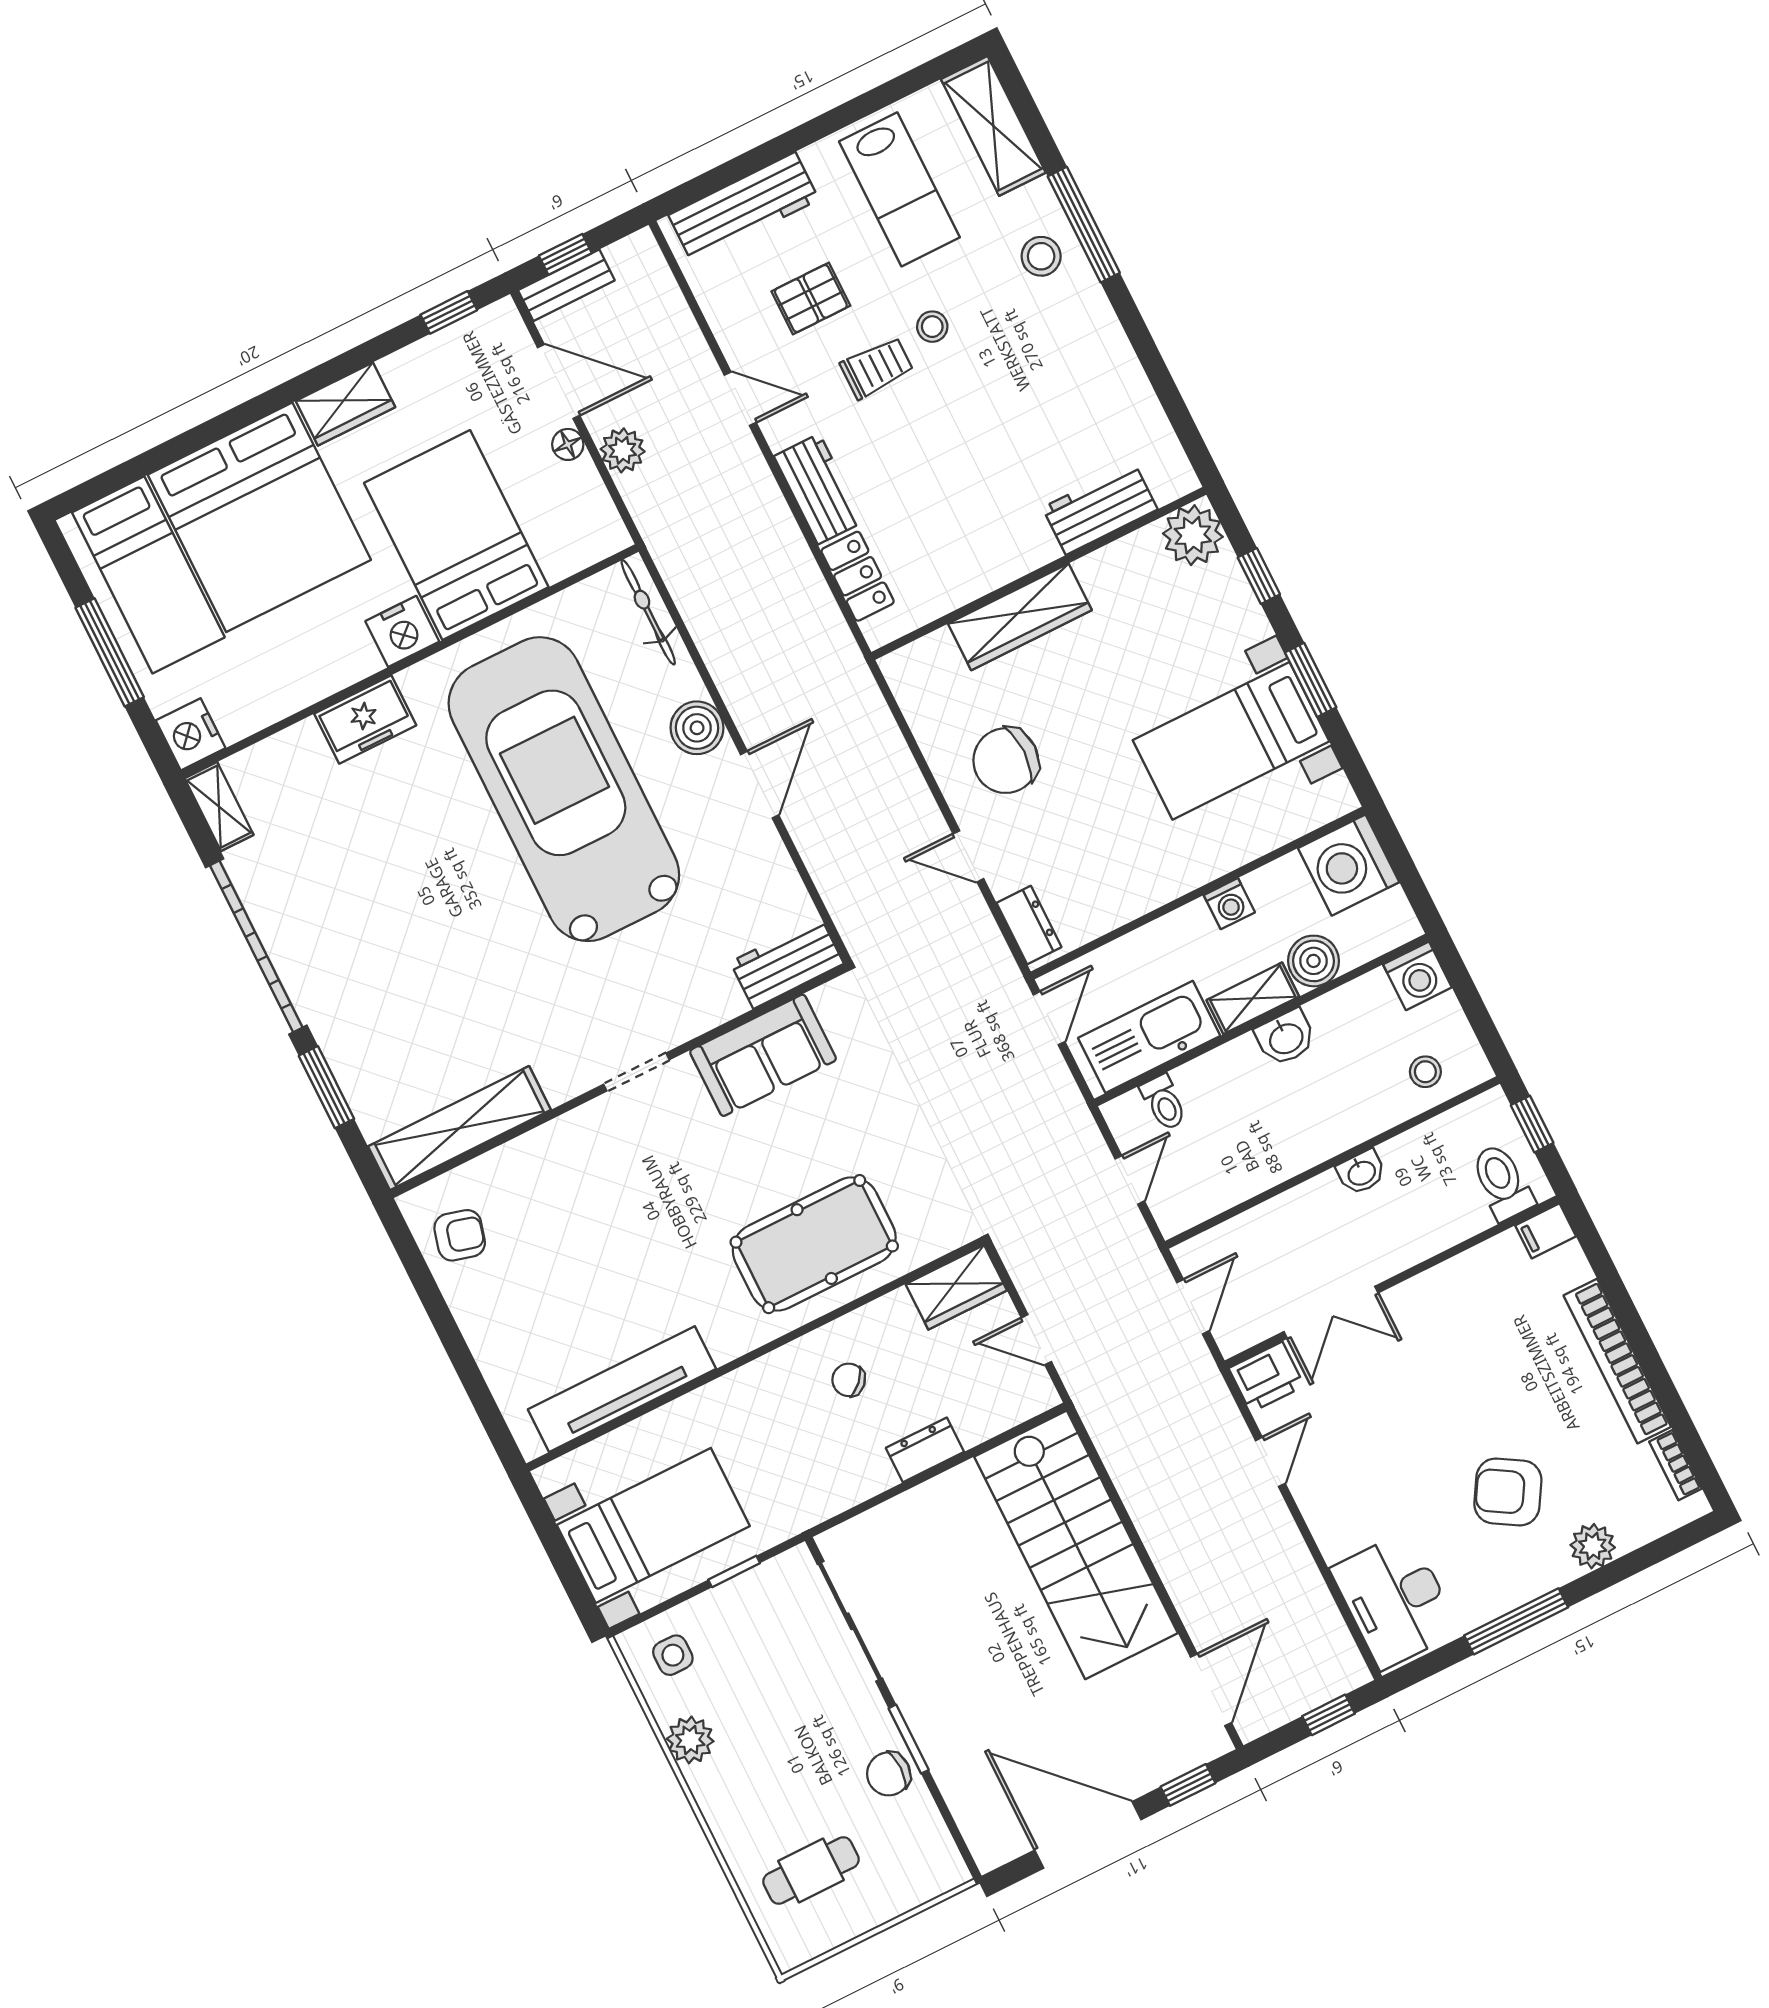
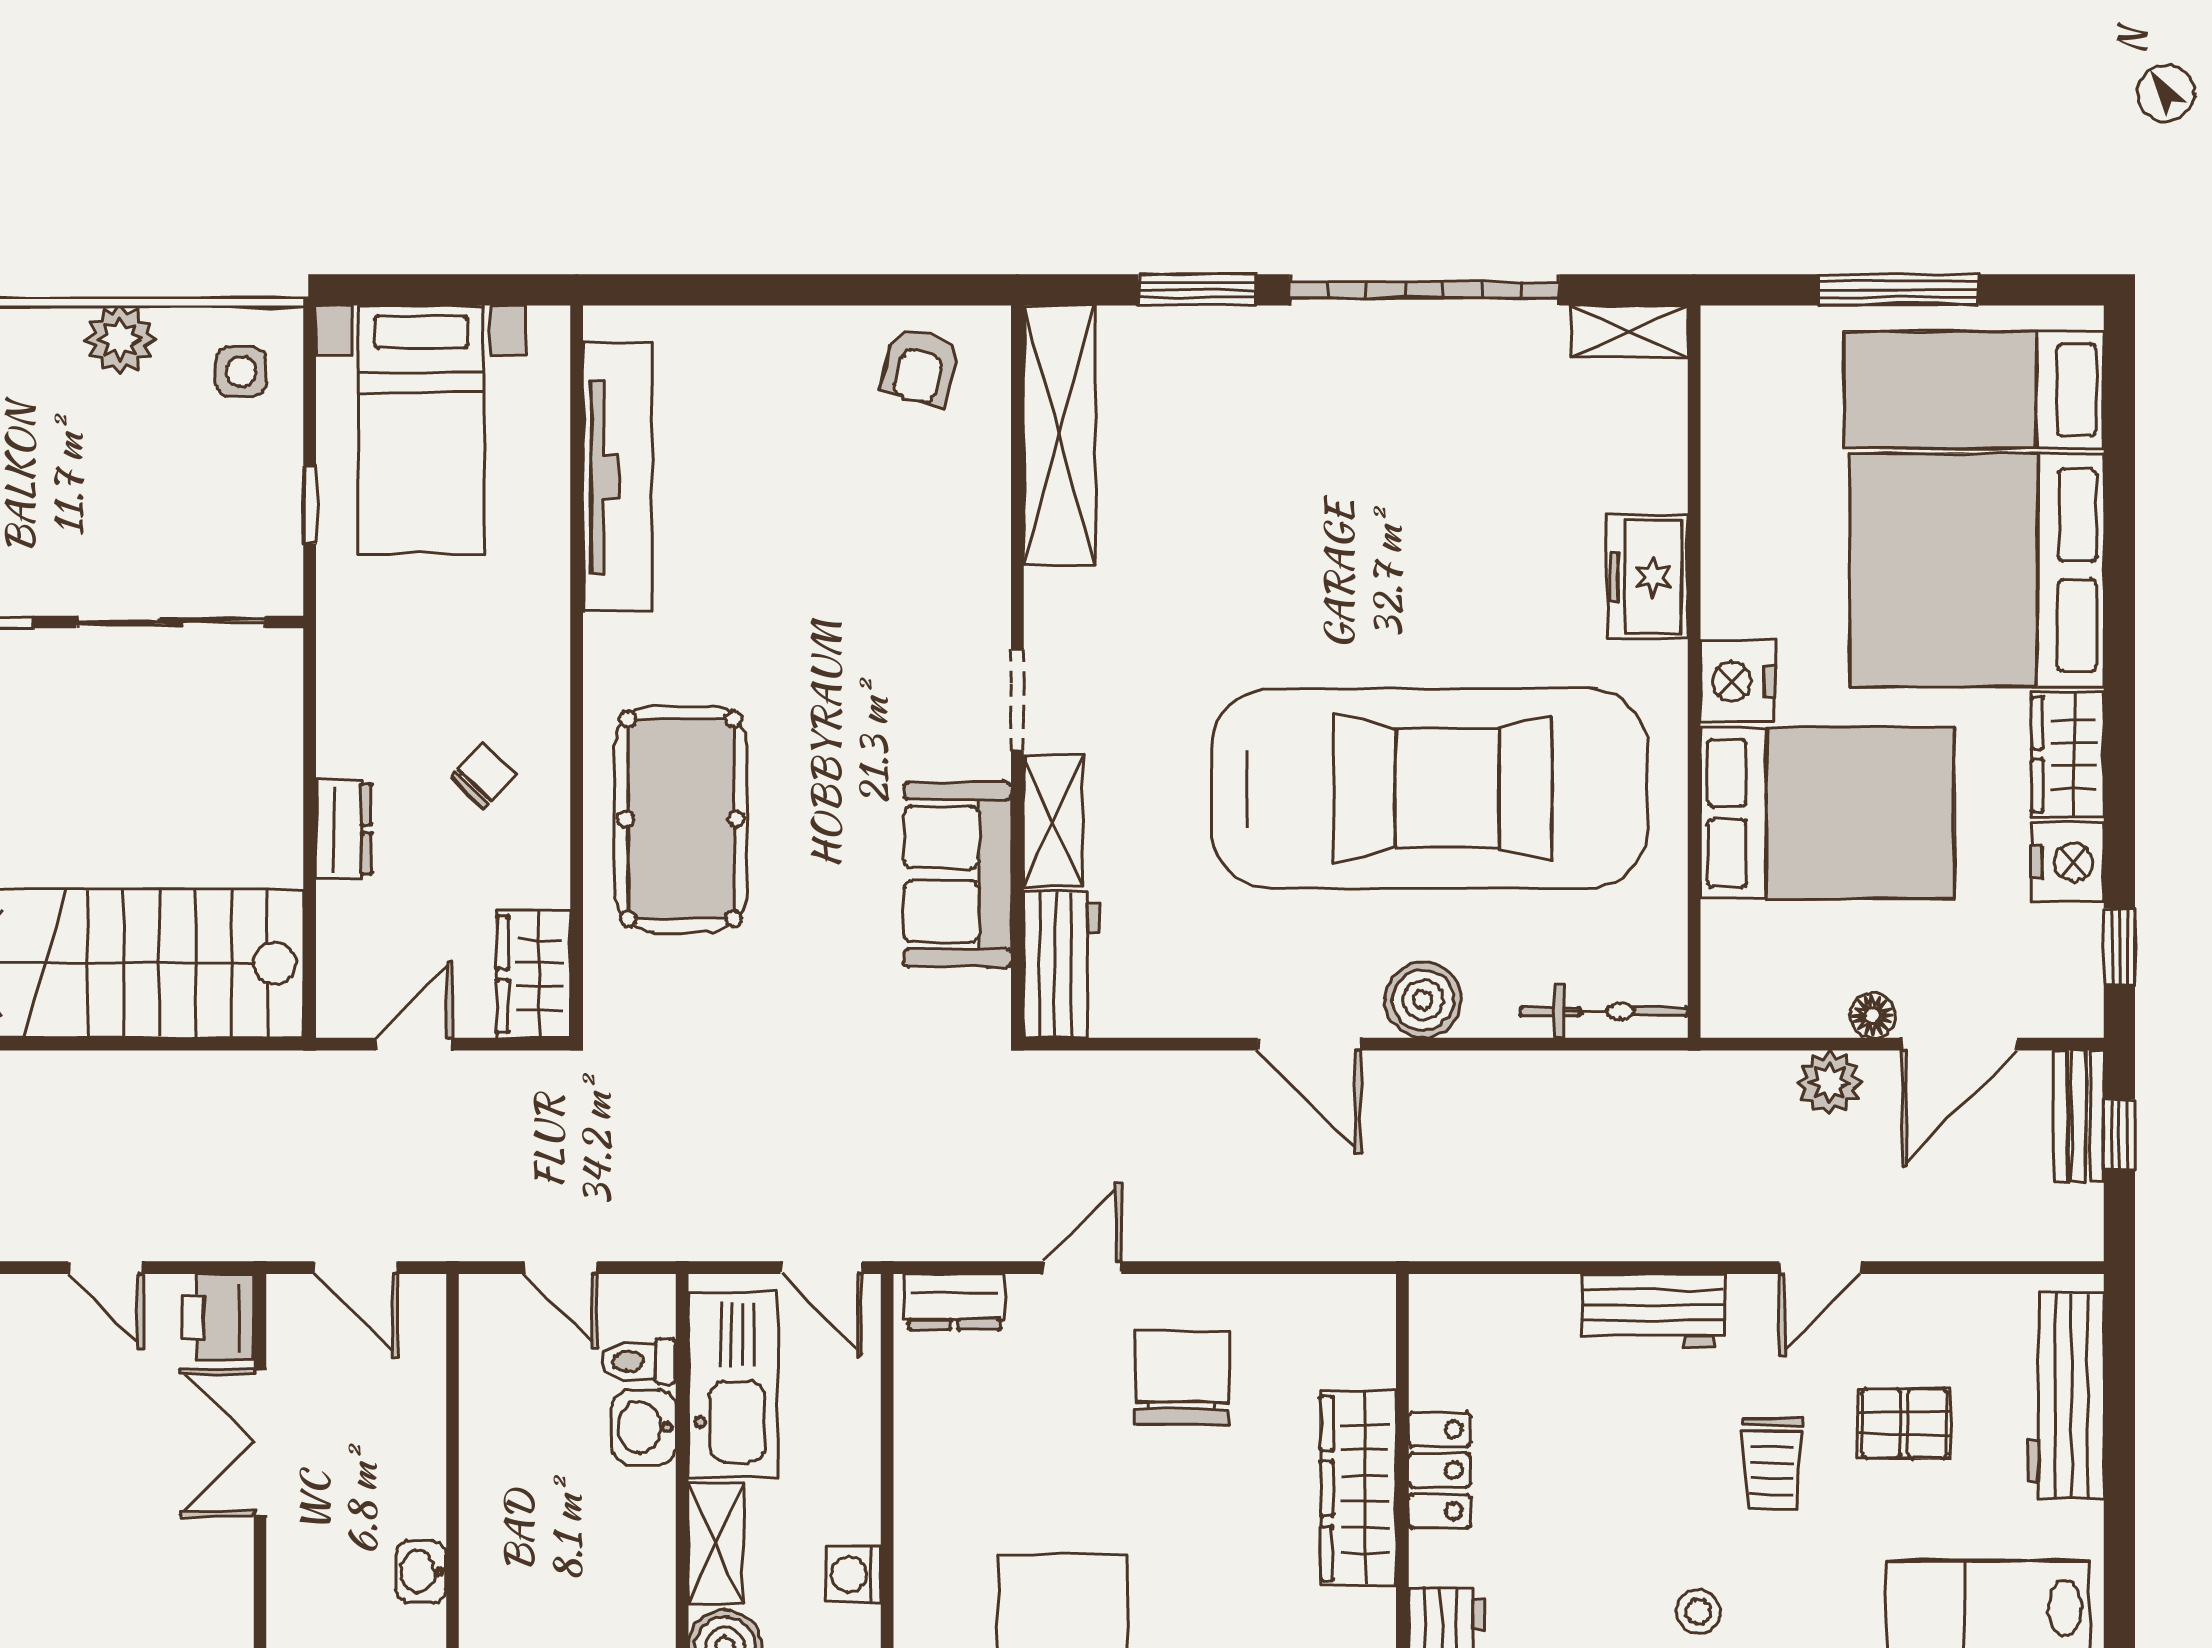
pallet: (811, 298) -> (1904, 1423), turned 90
stool: (932, 327) -> (1698, 1612), moved
locker: (858, 576) -> (1440, 1470), moved, turned -90
nightstand: (191, 734) -> (2068, 862), moved, turned 90
shelving: (700, 1013) -> (1053, 821), added
washbasin: (1286, 1038) -> (644, 1427), moved

